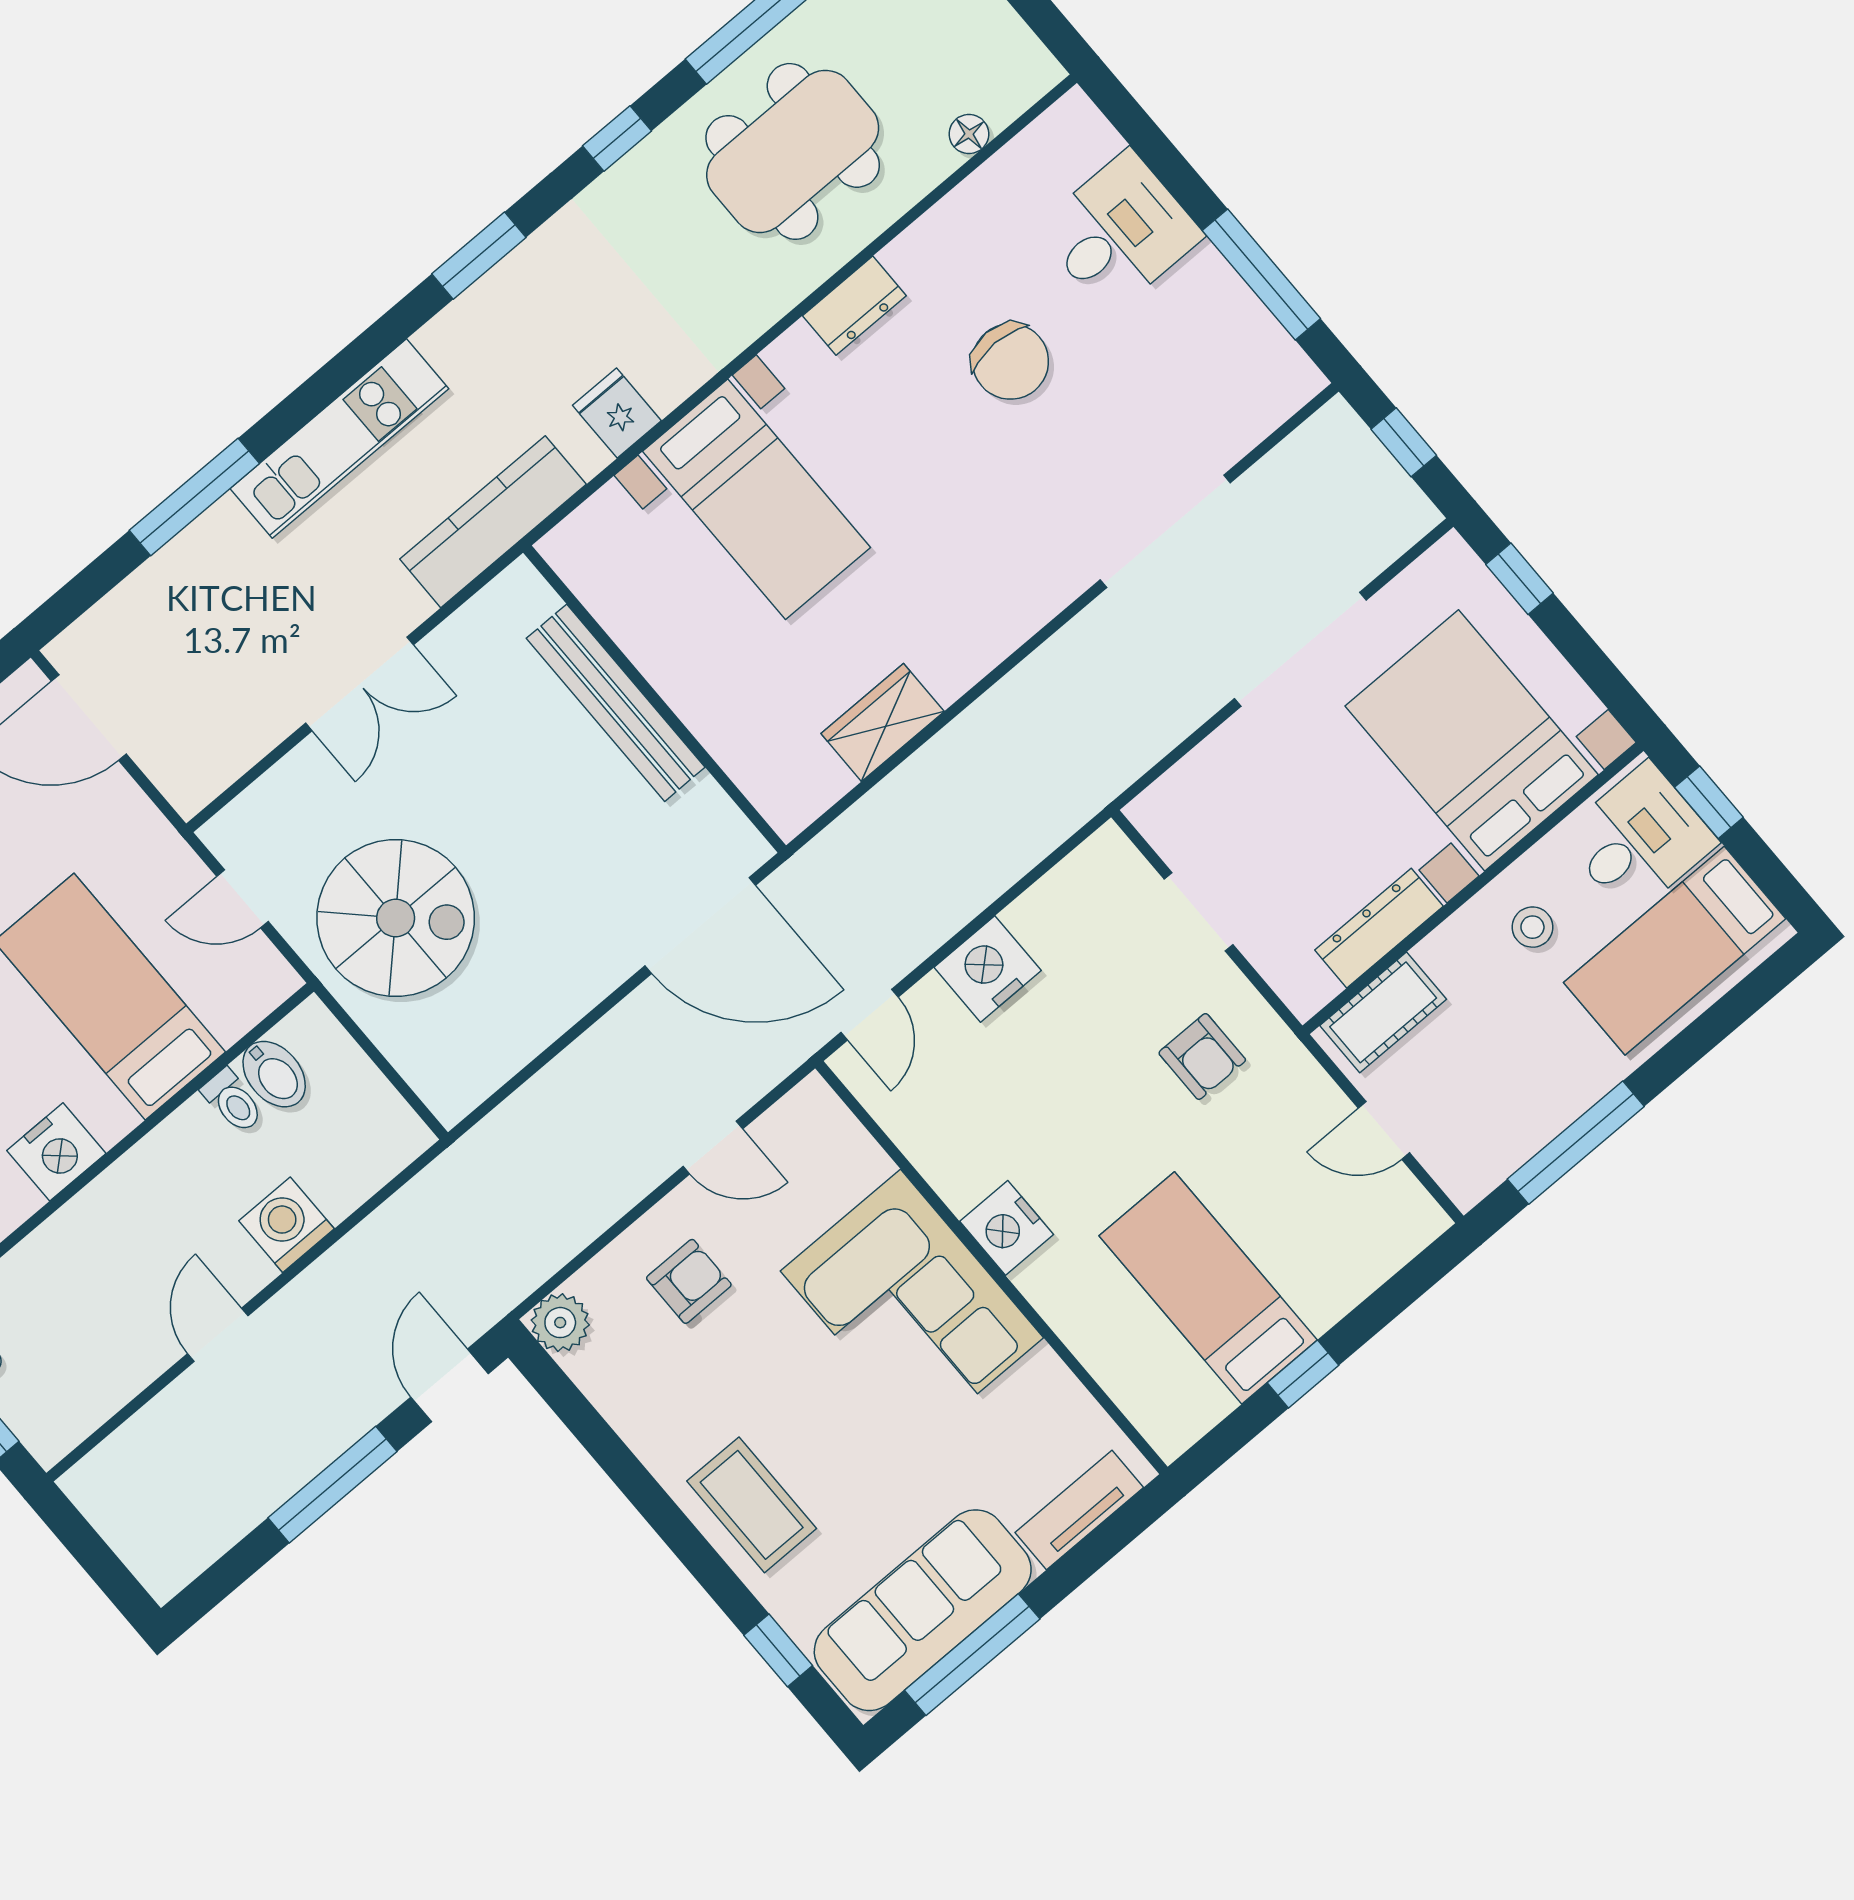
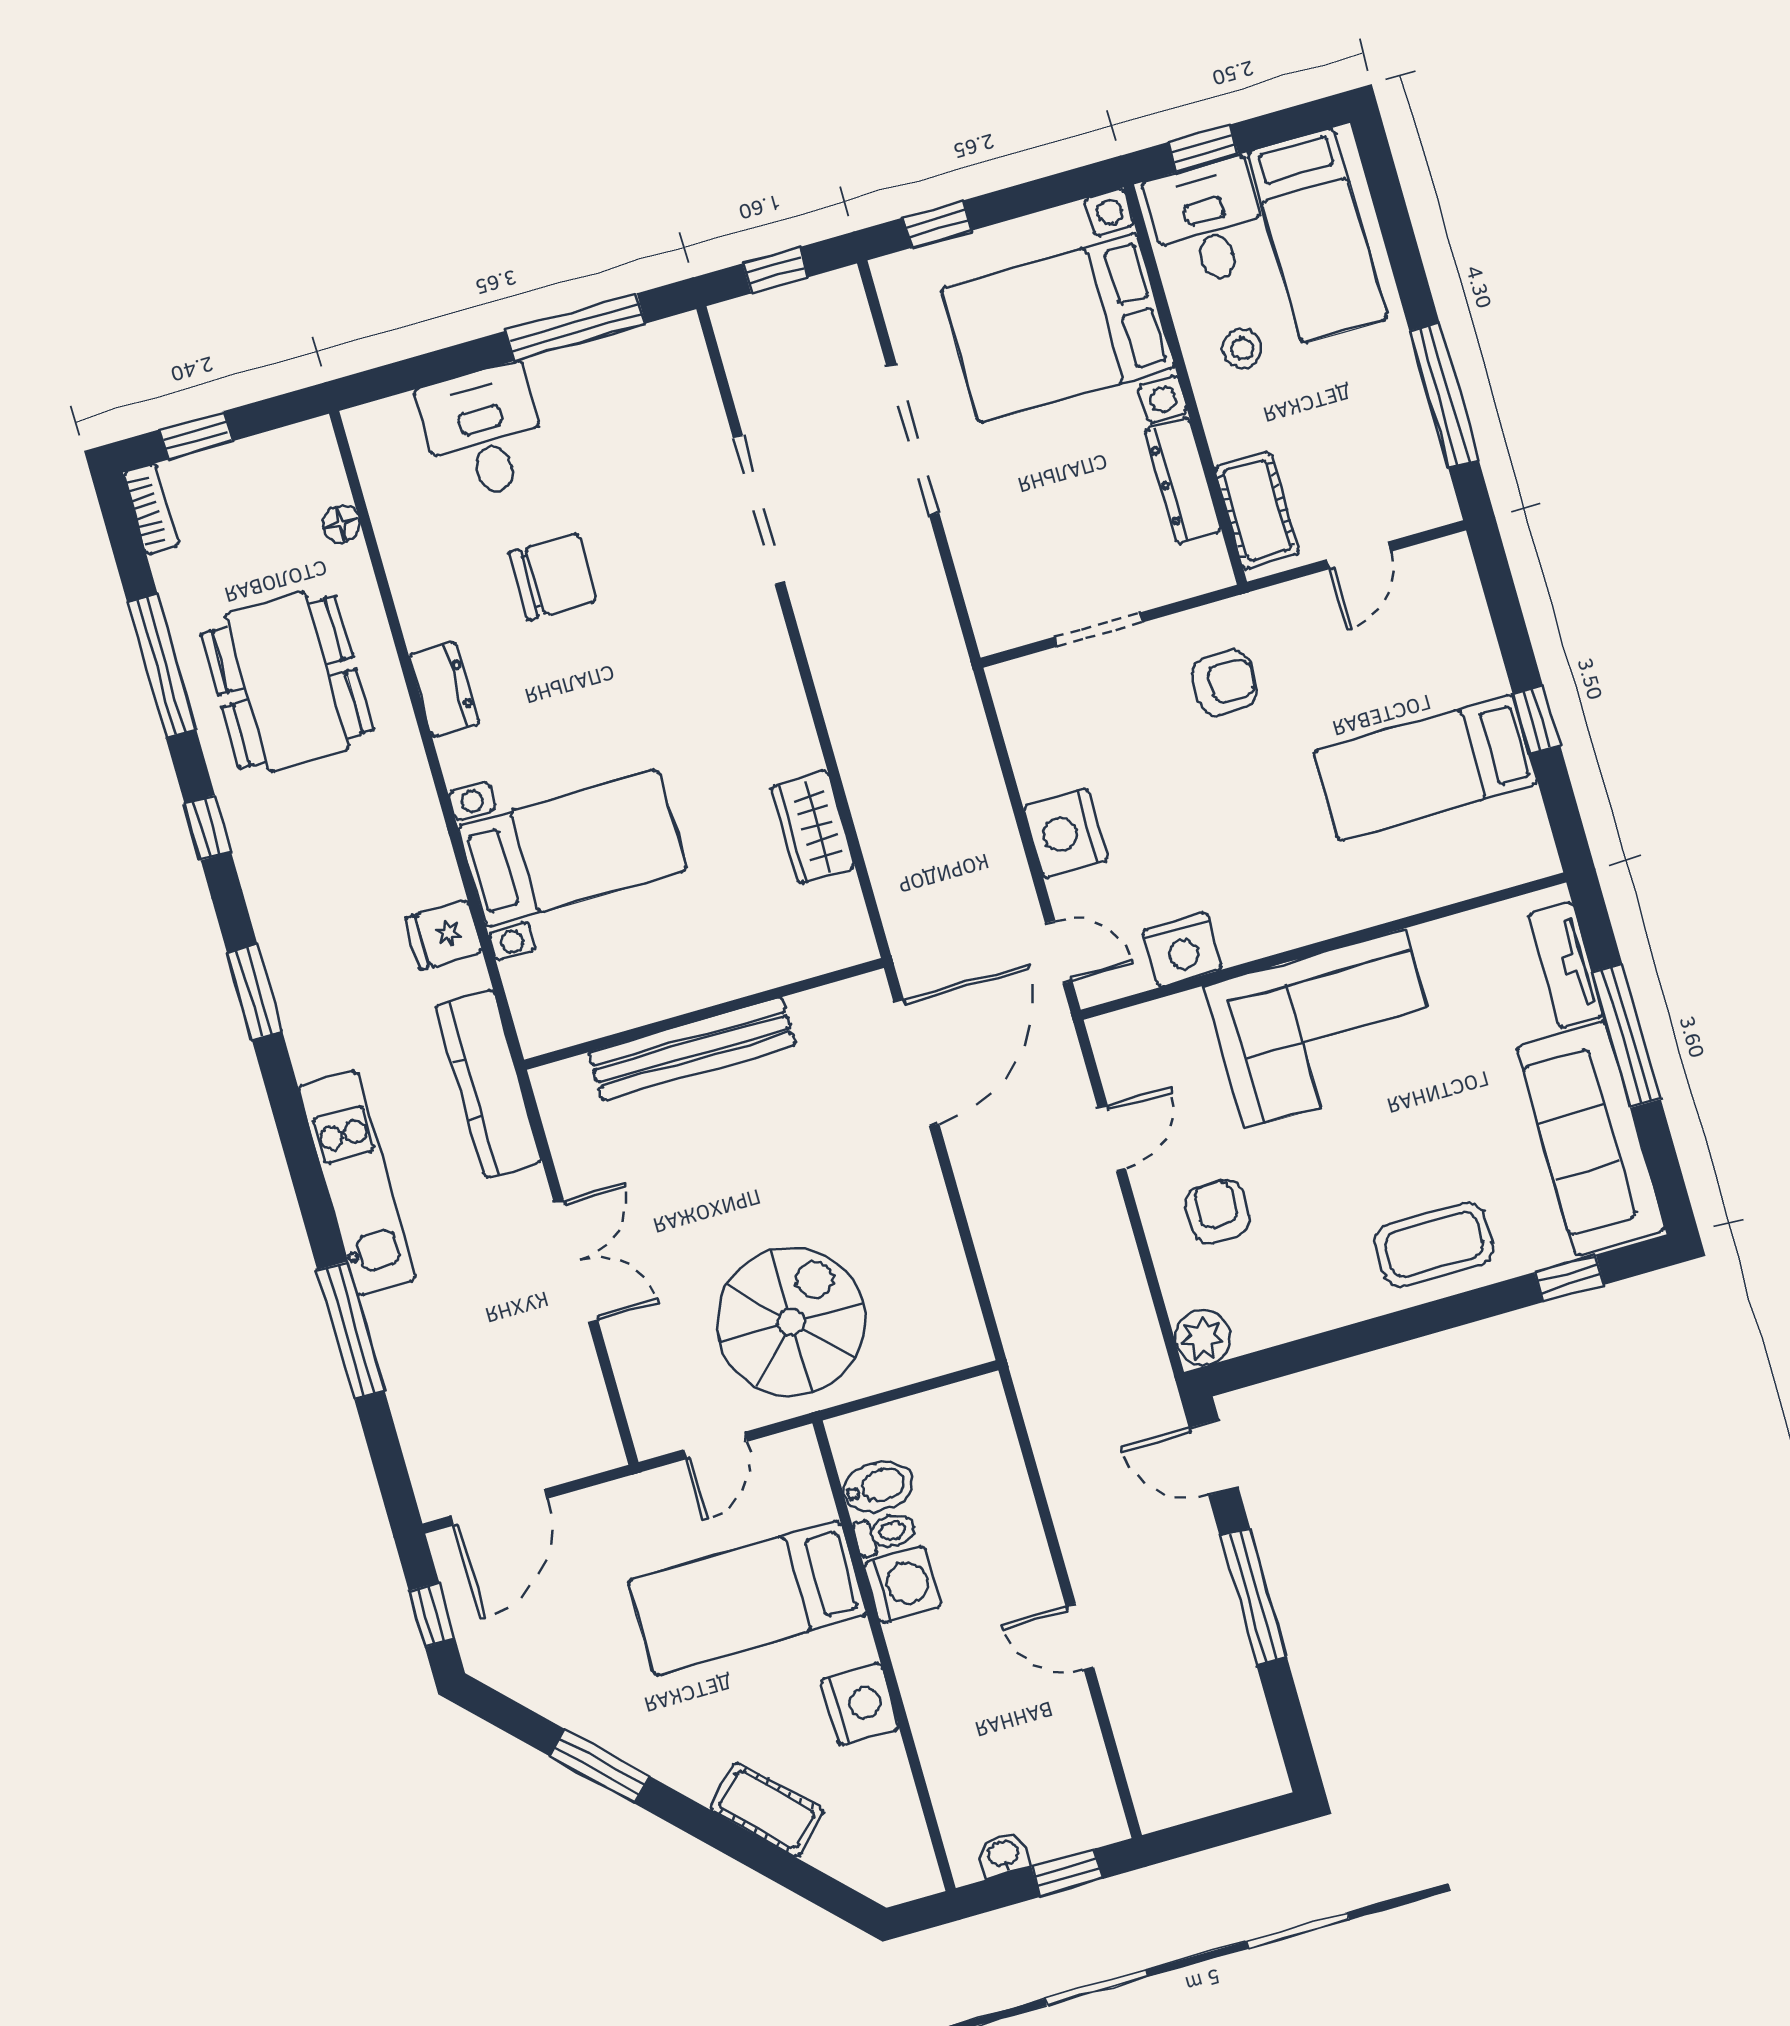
washing machine: (286, 1225) -> (903, 1584), moved, turned 180
nightstand: (1007, 1228) -> (1182, 950), moved
window: (972, 1655) -> (1626, 1035), moved

